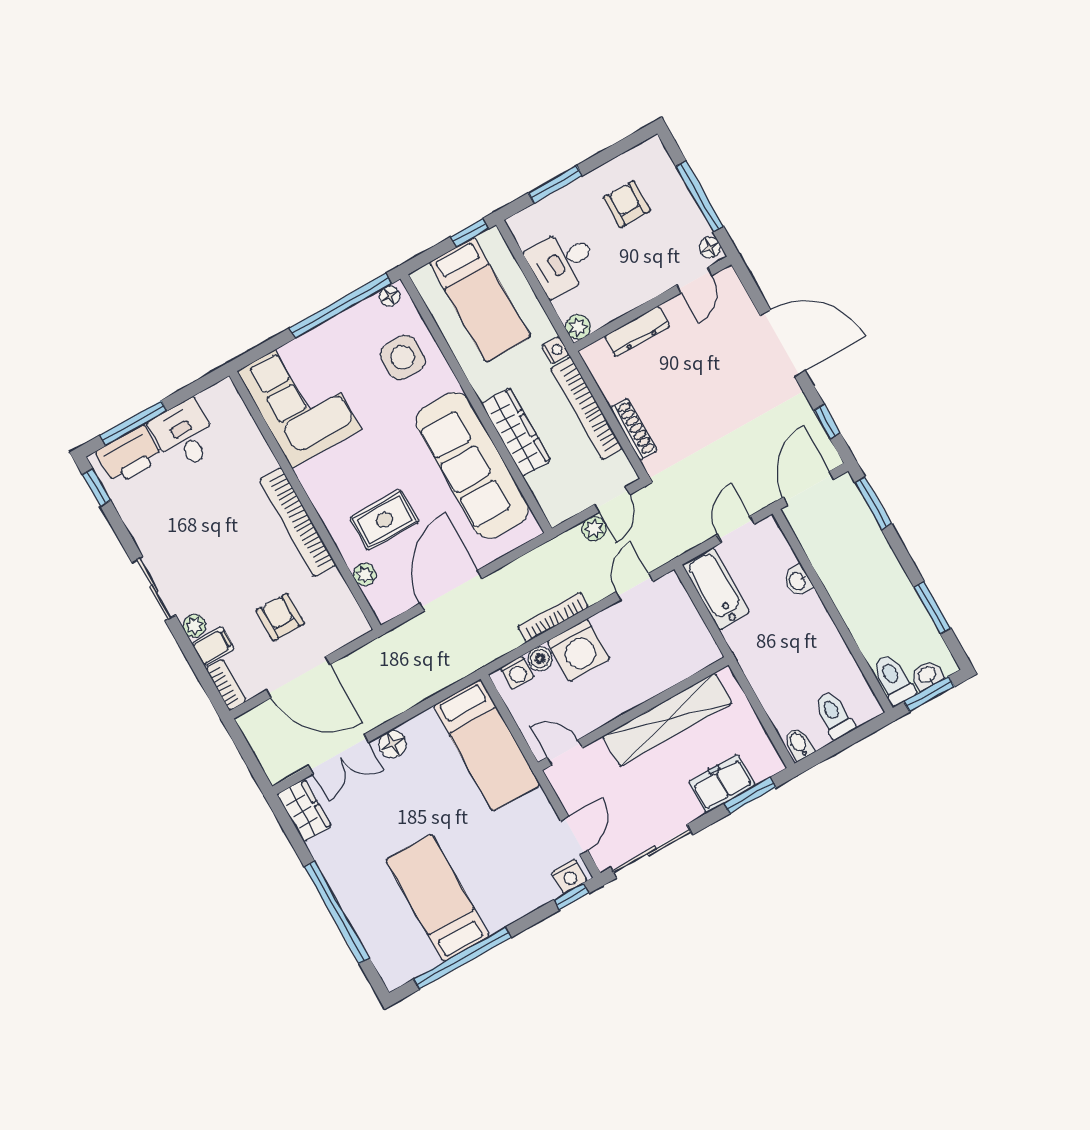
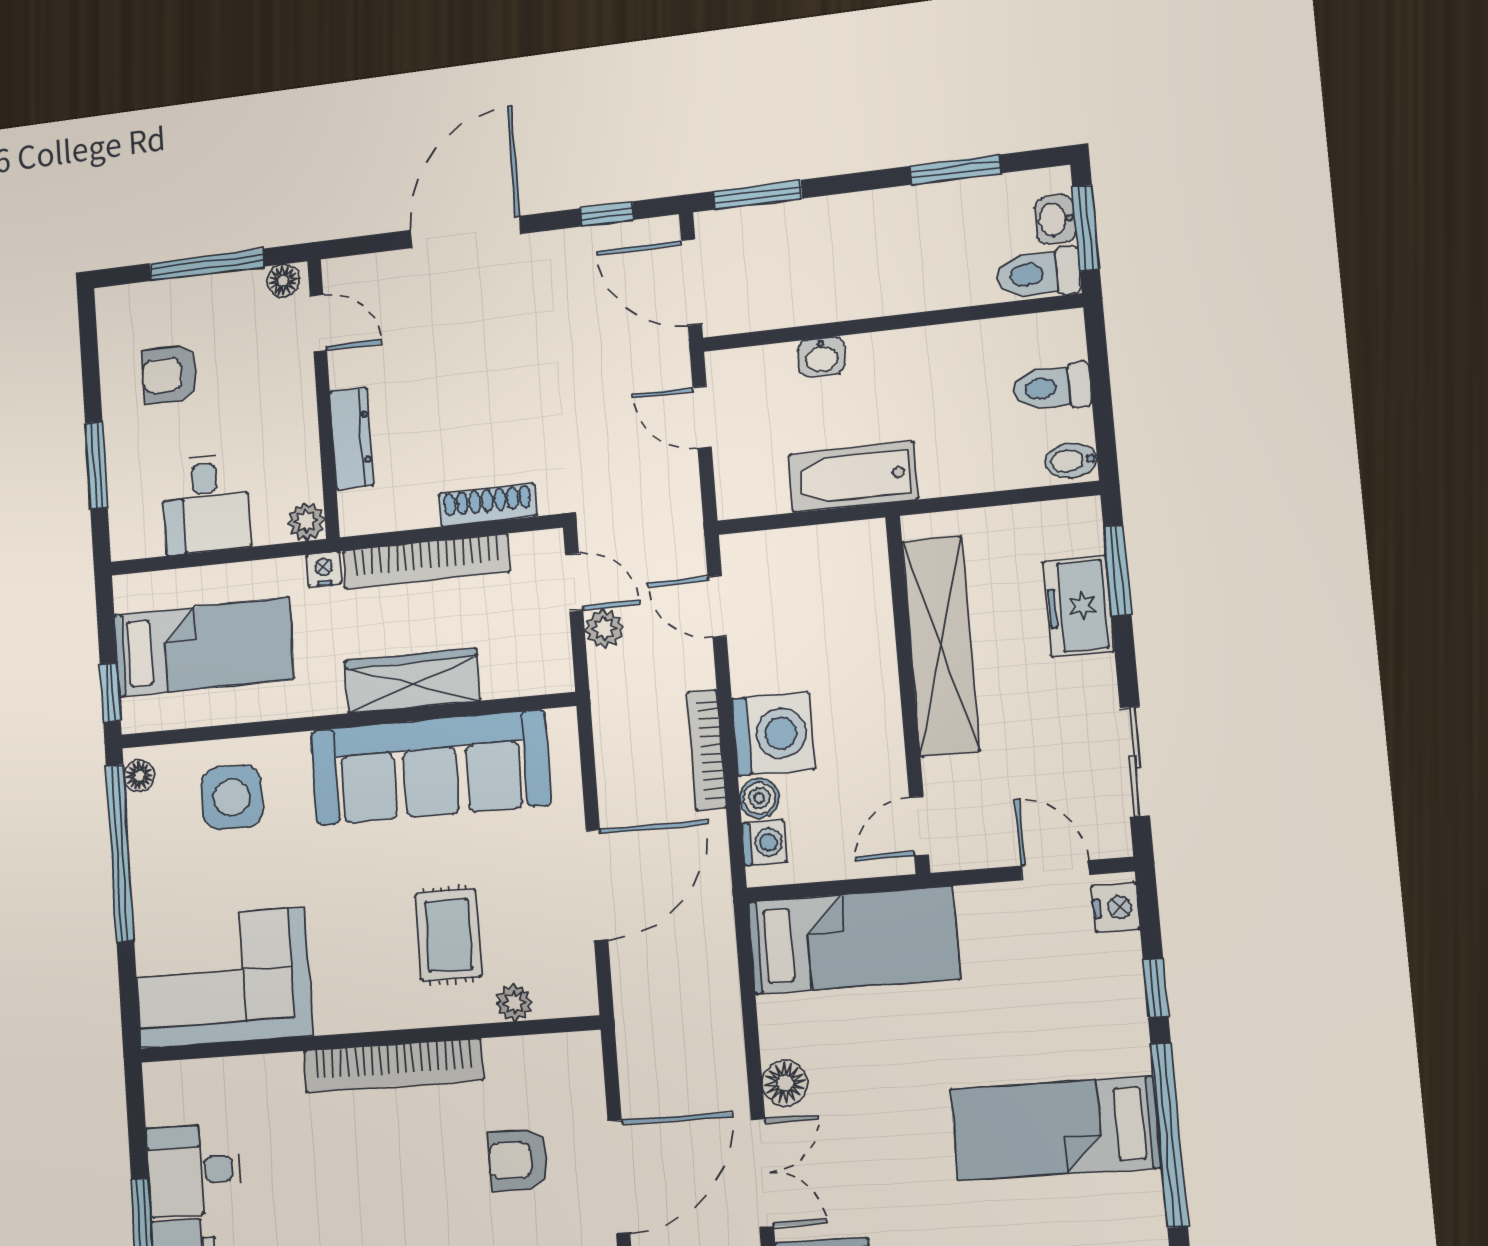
window: (470, 233) -> (110, 693), moved
bathtub: (716, 589) -> (853, 477), moved
door: (451, 591) -> (597, 885), swing flipped
sliding door: (652, 851) -> (1135, 762), width x0.73
window: (572, 896) -> (1156, 988), moved

